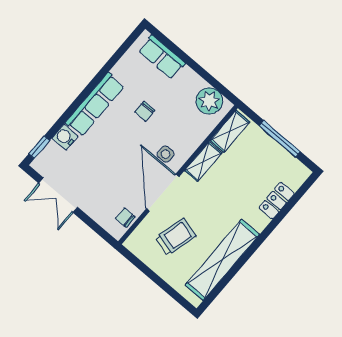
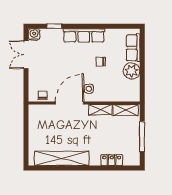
plant: (209, 101) -> (132, 71), moved
water cooler: (65, 137) -> (34, 34), moved
window: (39, 147) -> (54, 26), moved
trolley: (176, 237) -> (54, 127), removed

